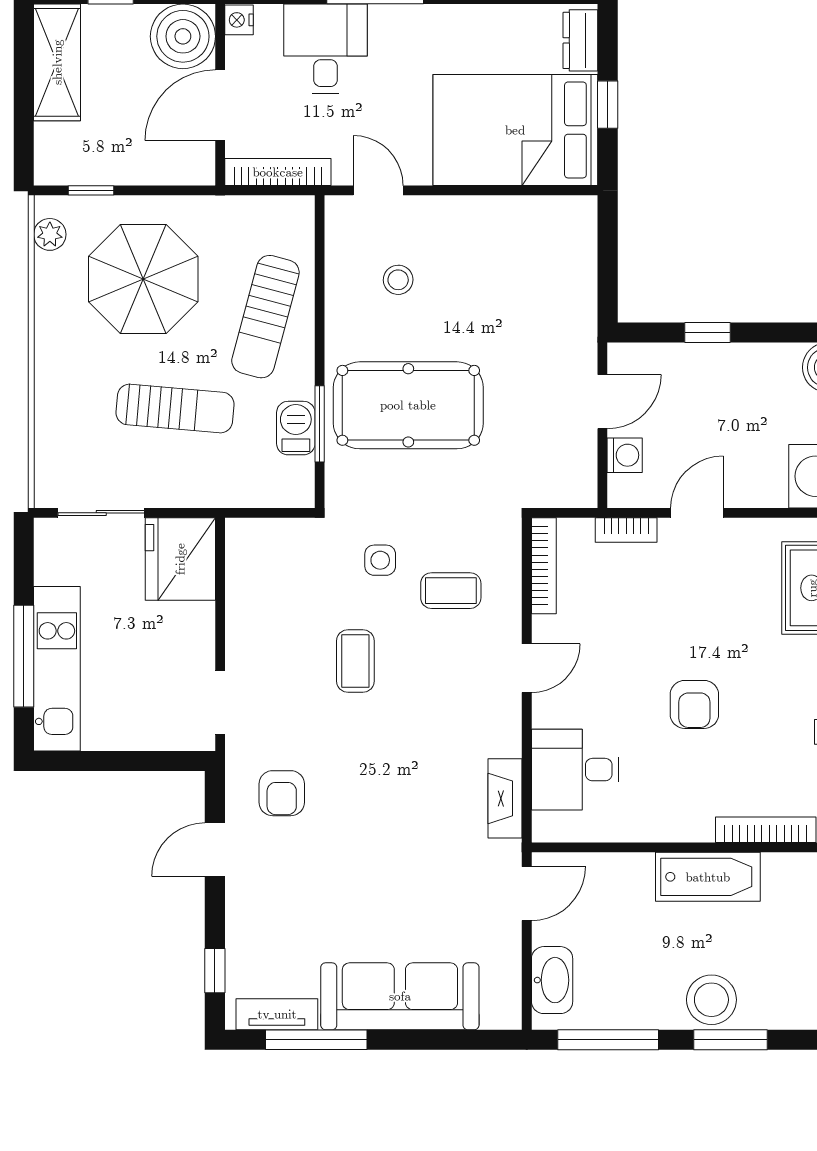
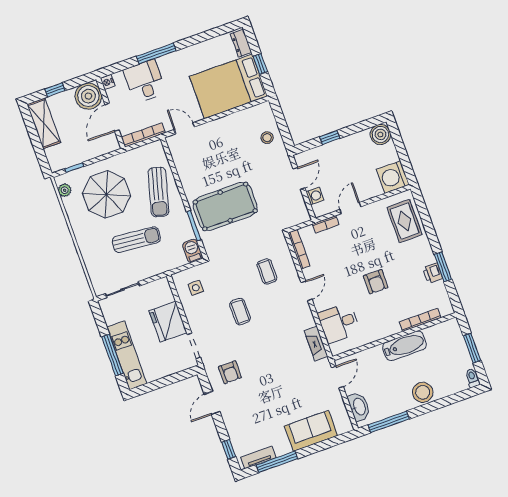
stool: (398, 280) -> (267, 138), moved
barbecue: (296, 428) -> (193, 251), moved
fridge: (180, 559) -> (168, 322), moved
side table: (380, 560) -> (196, 288), moved
coffee table: (451, 591) -> (267, 272), turned 90
sofa: (400, 996) -> (311, 431), width x0.73
window: (730, 1040) -> (435, 405), removed

